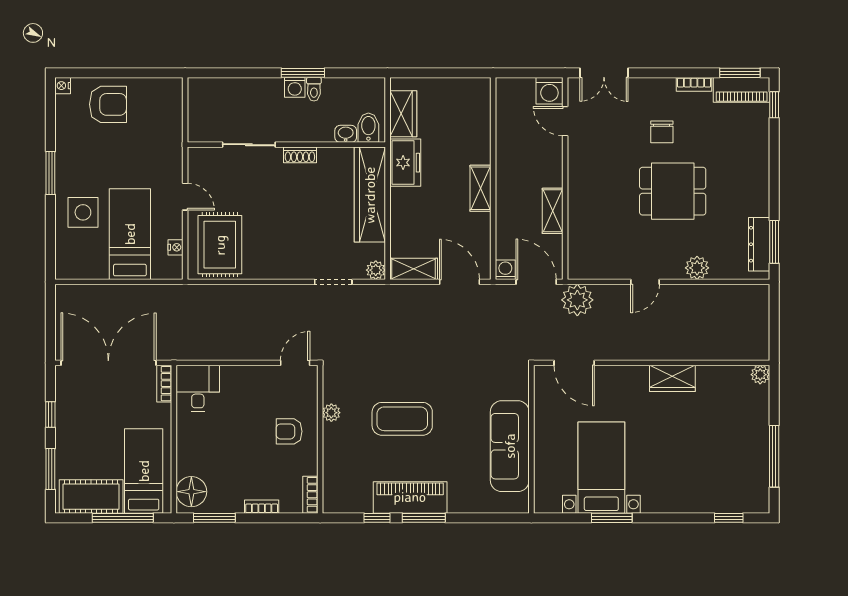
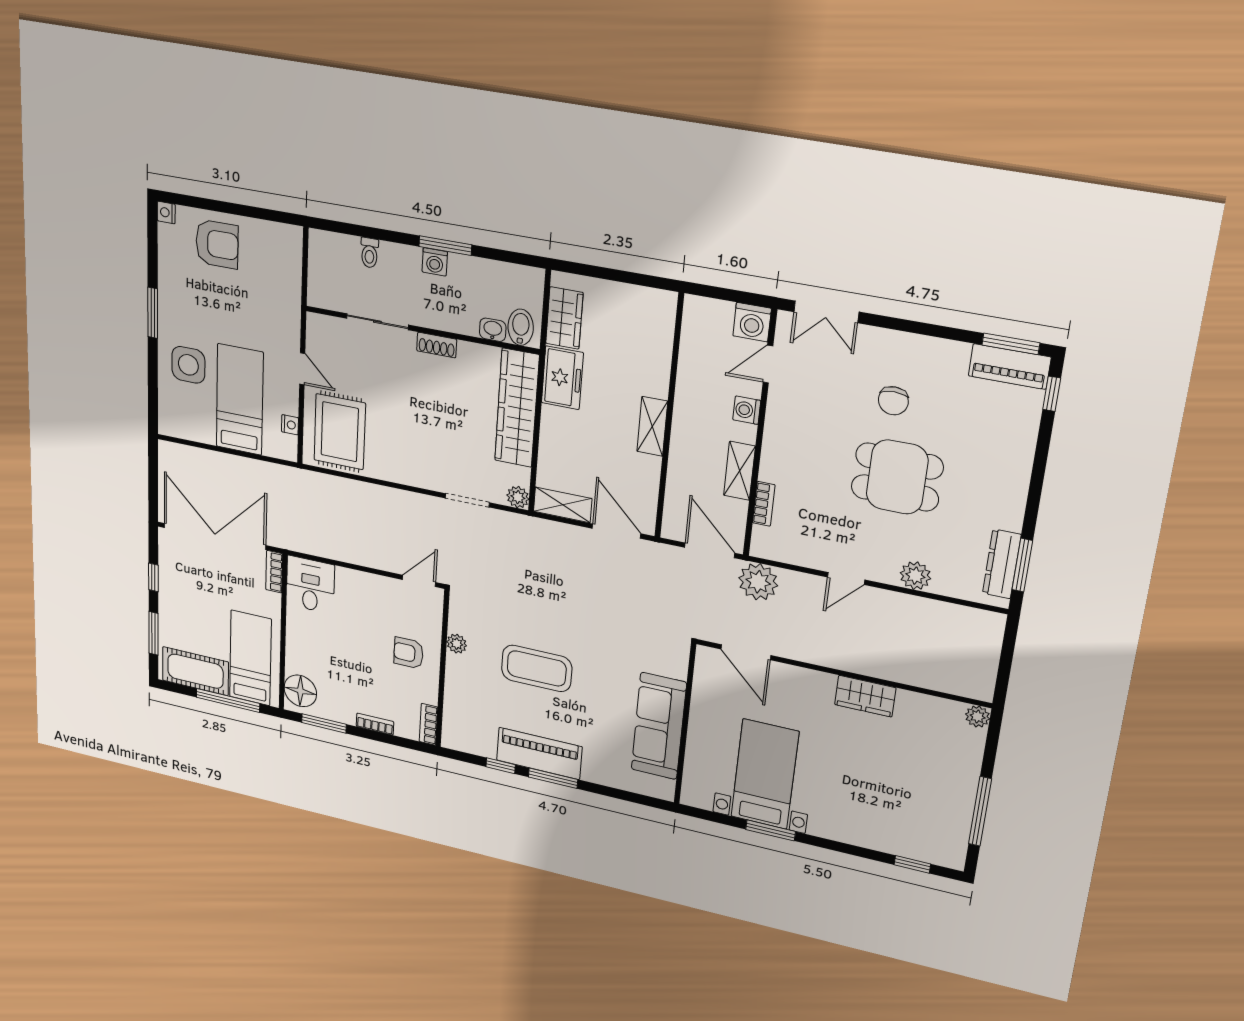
bookcase: (694, 84) -> (764, 504), moved, turned -90
toilet: (314, 89) -> (370, 253), moved
door: (565, 121) -> (768, 364), hinge flipped
washing machine: (505, 270) -> (747, 410), moved, turned -90

